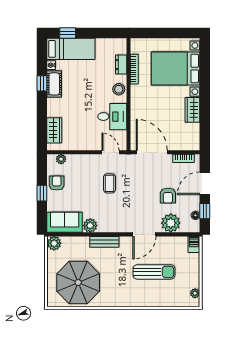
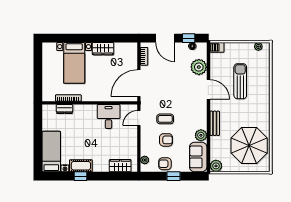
window: (68, 33) -> (38, 154), removed
bed with nightstands: (176, 69) -> (74, 63), width x0.73
stool: (119, 89) -> (85, 111), removed
armchair: (168, 196) -> (166, 140), moved

